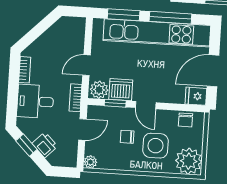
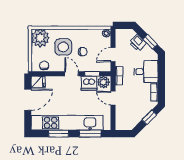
window: (170, 18) -> (59, 134), width x0.69
window: (34, 33) -> (149, 117), added
door: (87, 65) -> (113, 98), swing flipped

